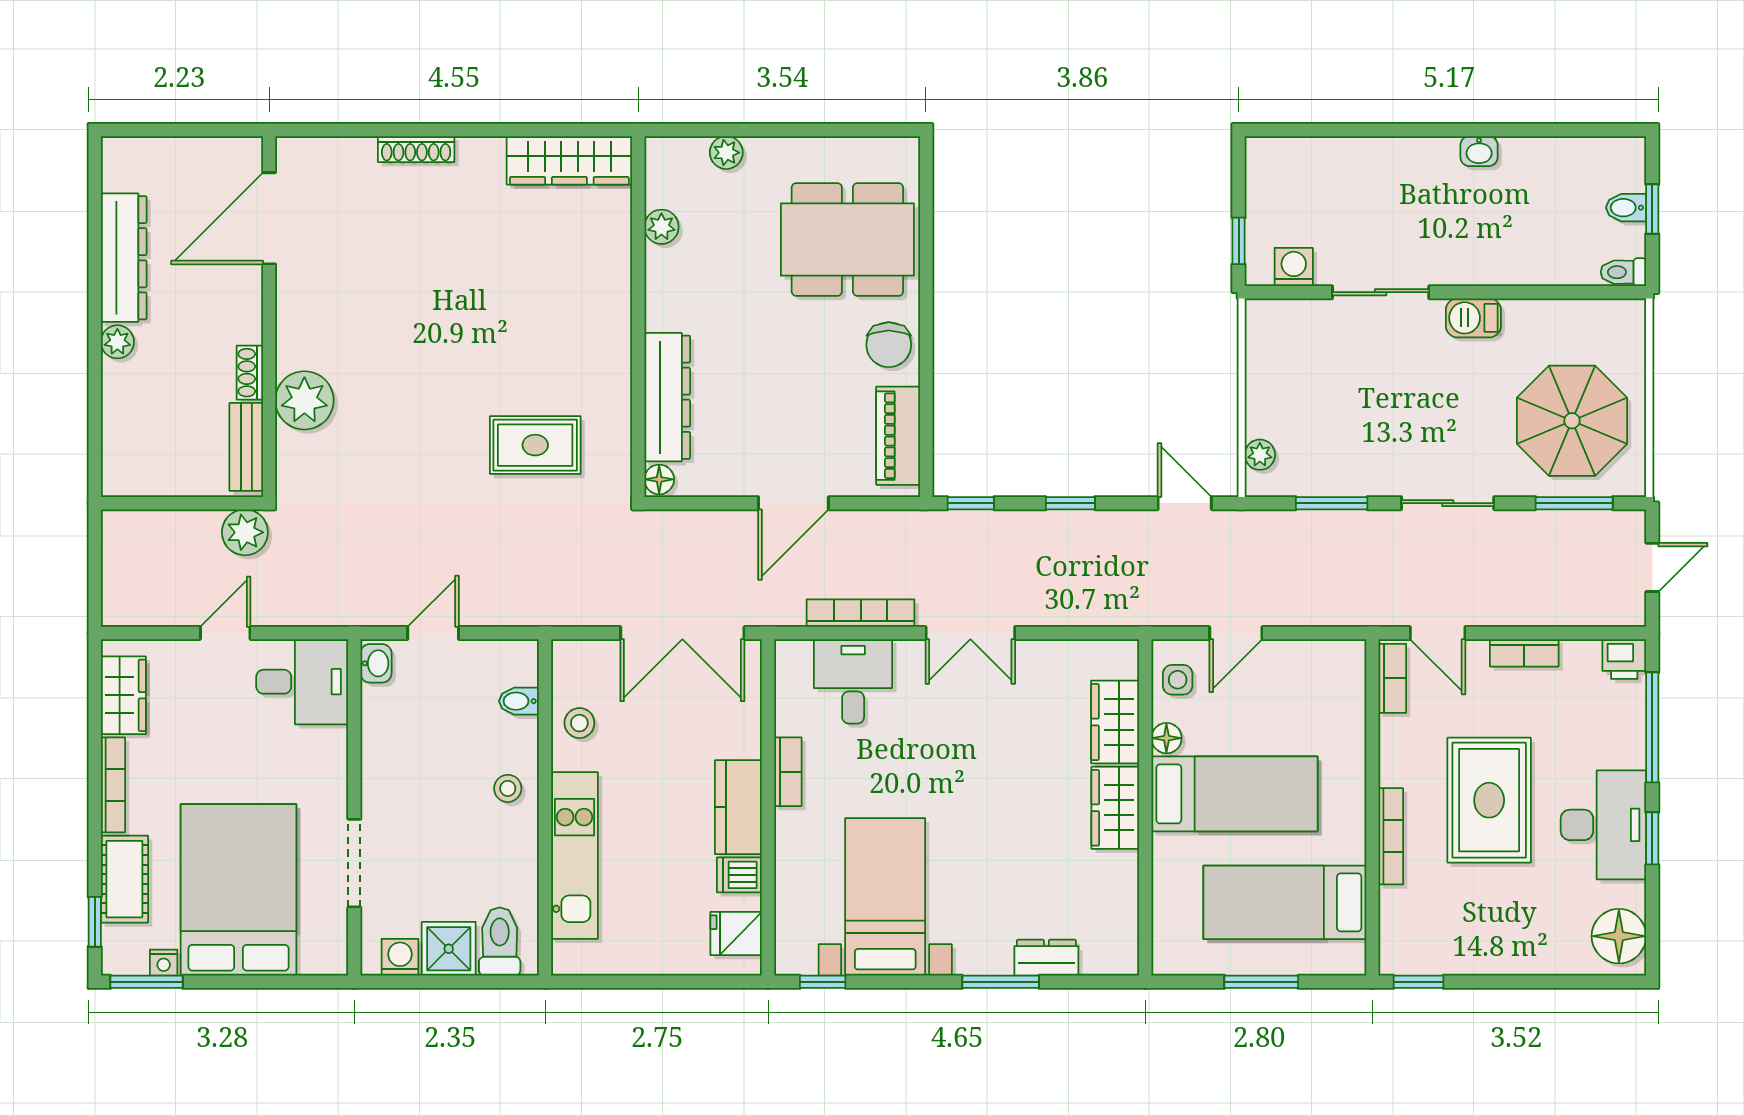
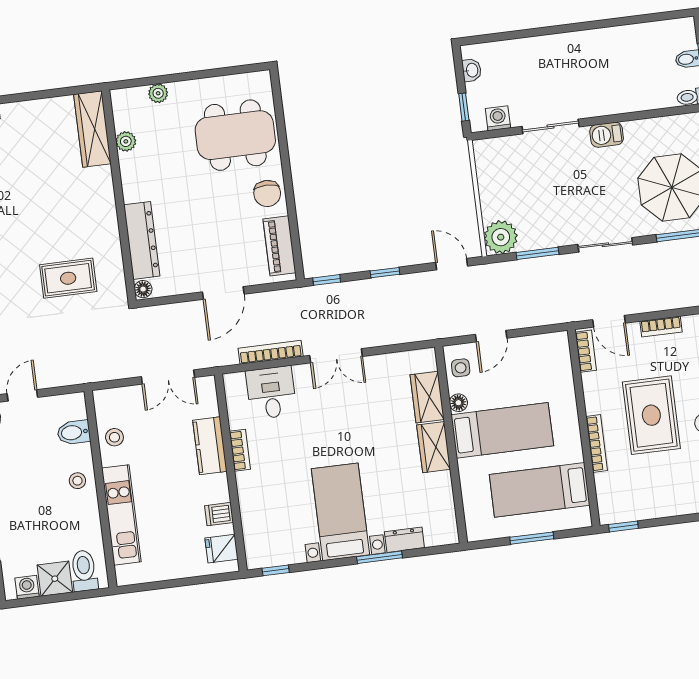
washbasin: (1479, 151) -> (472, 70), moved, turned -90
wardrobe: (569, 160) -> (92, 129), moved, turned 90
plant: (1260, 455) -> (501, 237), width x1.88, depth x1.88
double door: (682, 633) -> (168, 377), width x0.73
bidet: (519, 701) -> (74, 432), width x1.38, depth x1.36
kitchen counter: (738, 807) -> (210, 446), moved
bed with nightstands: (885, 897) -> (340, 512), moved

